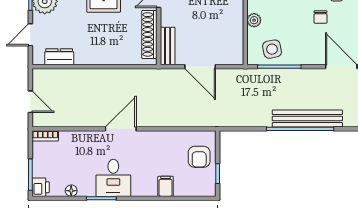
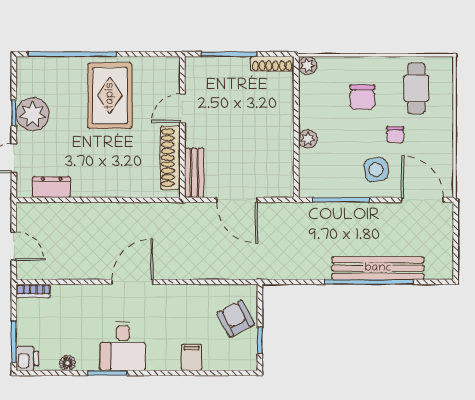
side table: (272, 49) -> (376, 170), moved
armchair: (199, 157) -> (236, 319), turned 153

